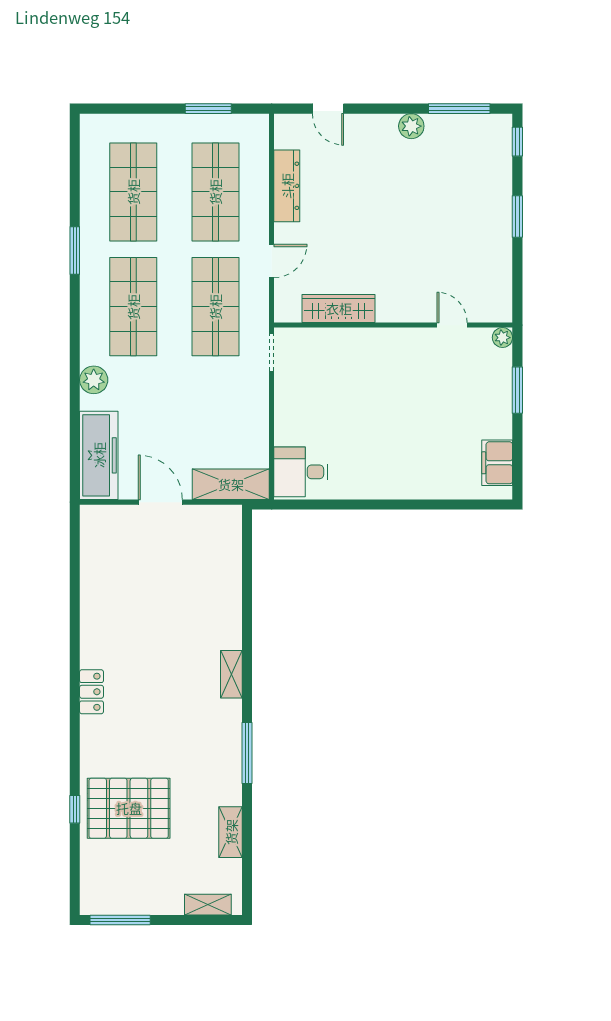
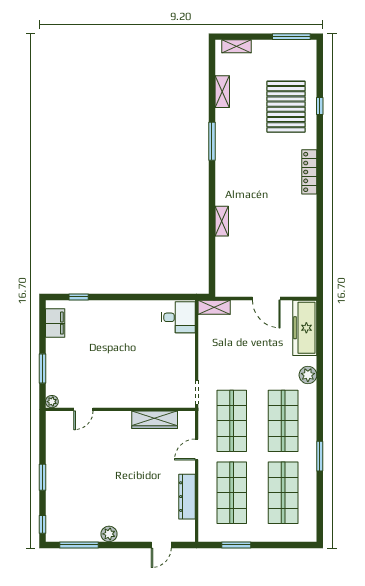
door: (328, 109) -> (161, 545), swing flipped
door: (452, 325) -> (83, 409), hinge flipped
shelving: (231, 484) -> (214, 307), width x0.67, depth x0.75
window: (460, 505) -> (79, 297), added
shelving: (231, 674) -> (222, 221), moved
locker: (91, 692) -> (309, 172), width x1.53
pallet: (129, 808) -> (286, 107), turned 90

